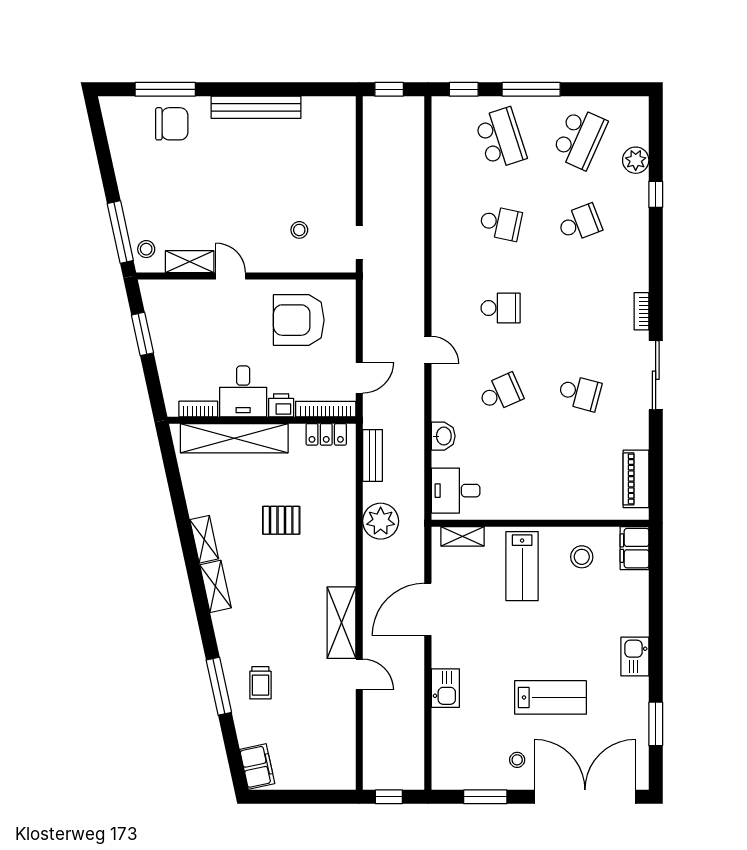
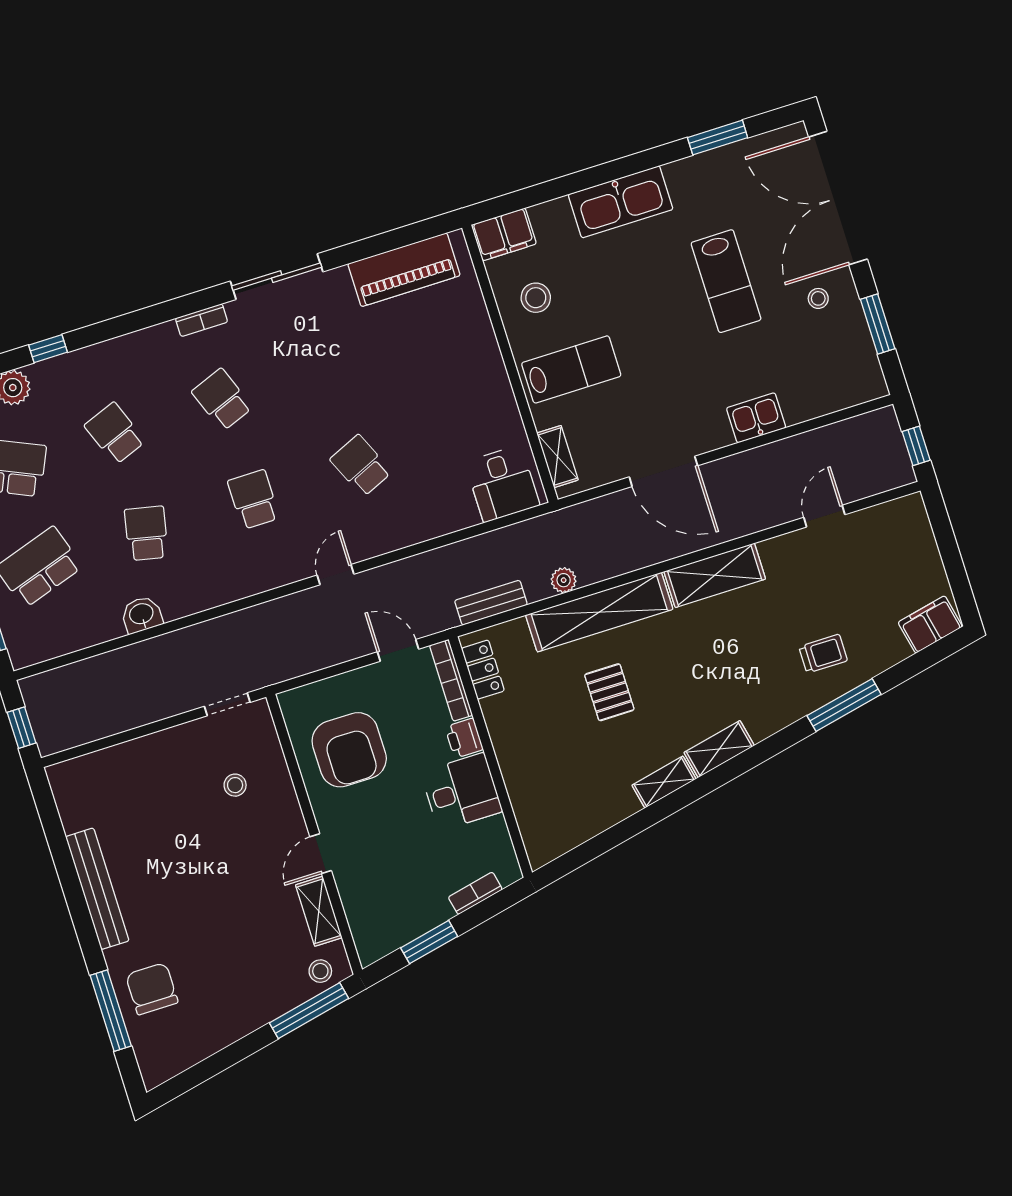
school desk: (580, 393) -> (222, 400), moved, turned -36
bookcase: (198, 409) -> (475, 893), moved, turned 78
washbasin: (443, 436) -> (142, 615), moved
shelving: (234, 438) -> (599, 612), moved, turned 90
piano: (636, 479) -> (404, 270), width x1.37, depth x1.33
plant: (381, 521) -> (564, 580), width x0.53, depth x0.53
kitchen sink: (635, 656) -> (621, 202), width x1.87, depth x1.24
door: (359, 675) -> (824, 516), moved
lab bench: (550, 697) -> (726, 281), turned 180

